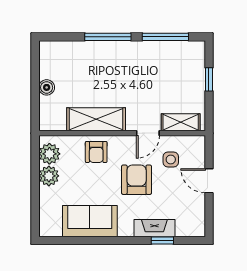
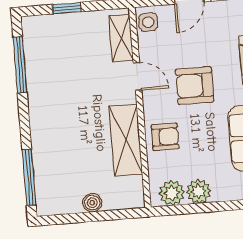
window: (108, 37) -> (29, 177), moved
side table: (171, 160) -> (148, 22), moved

